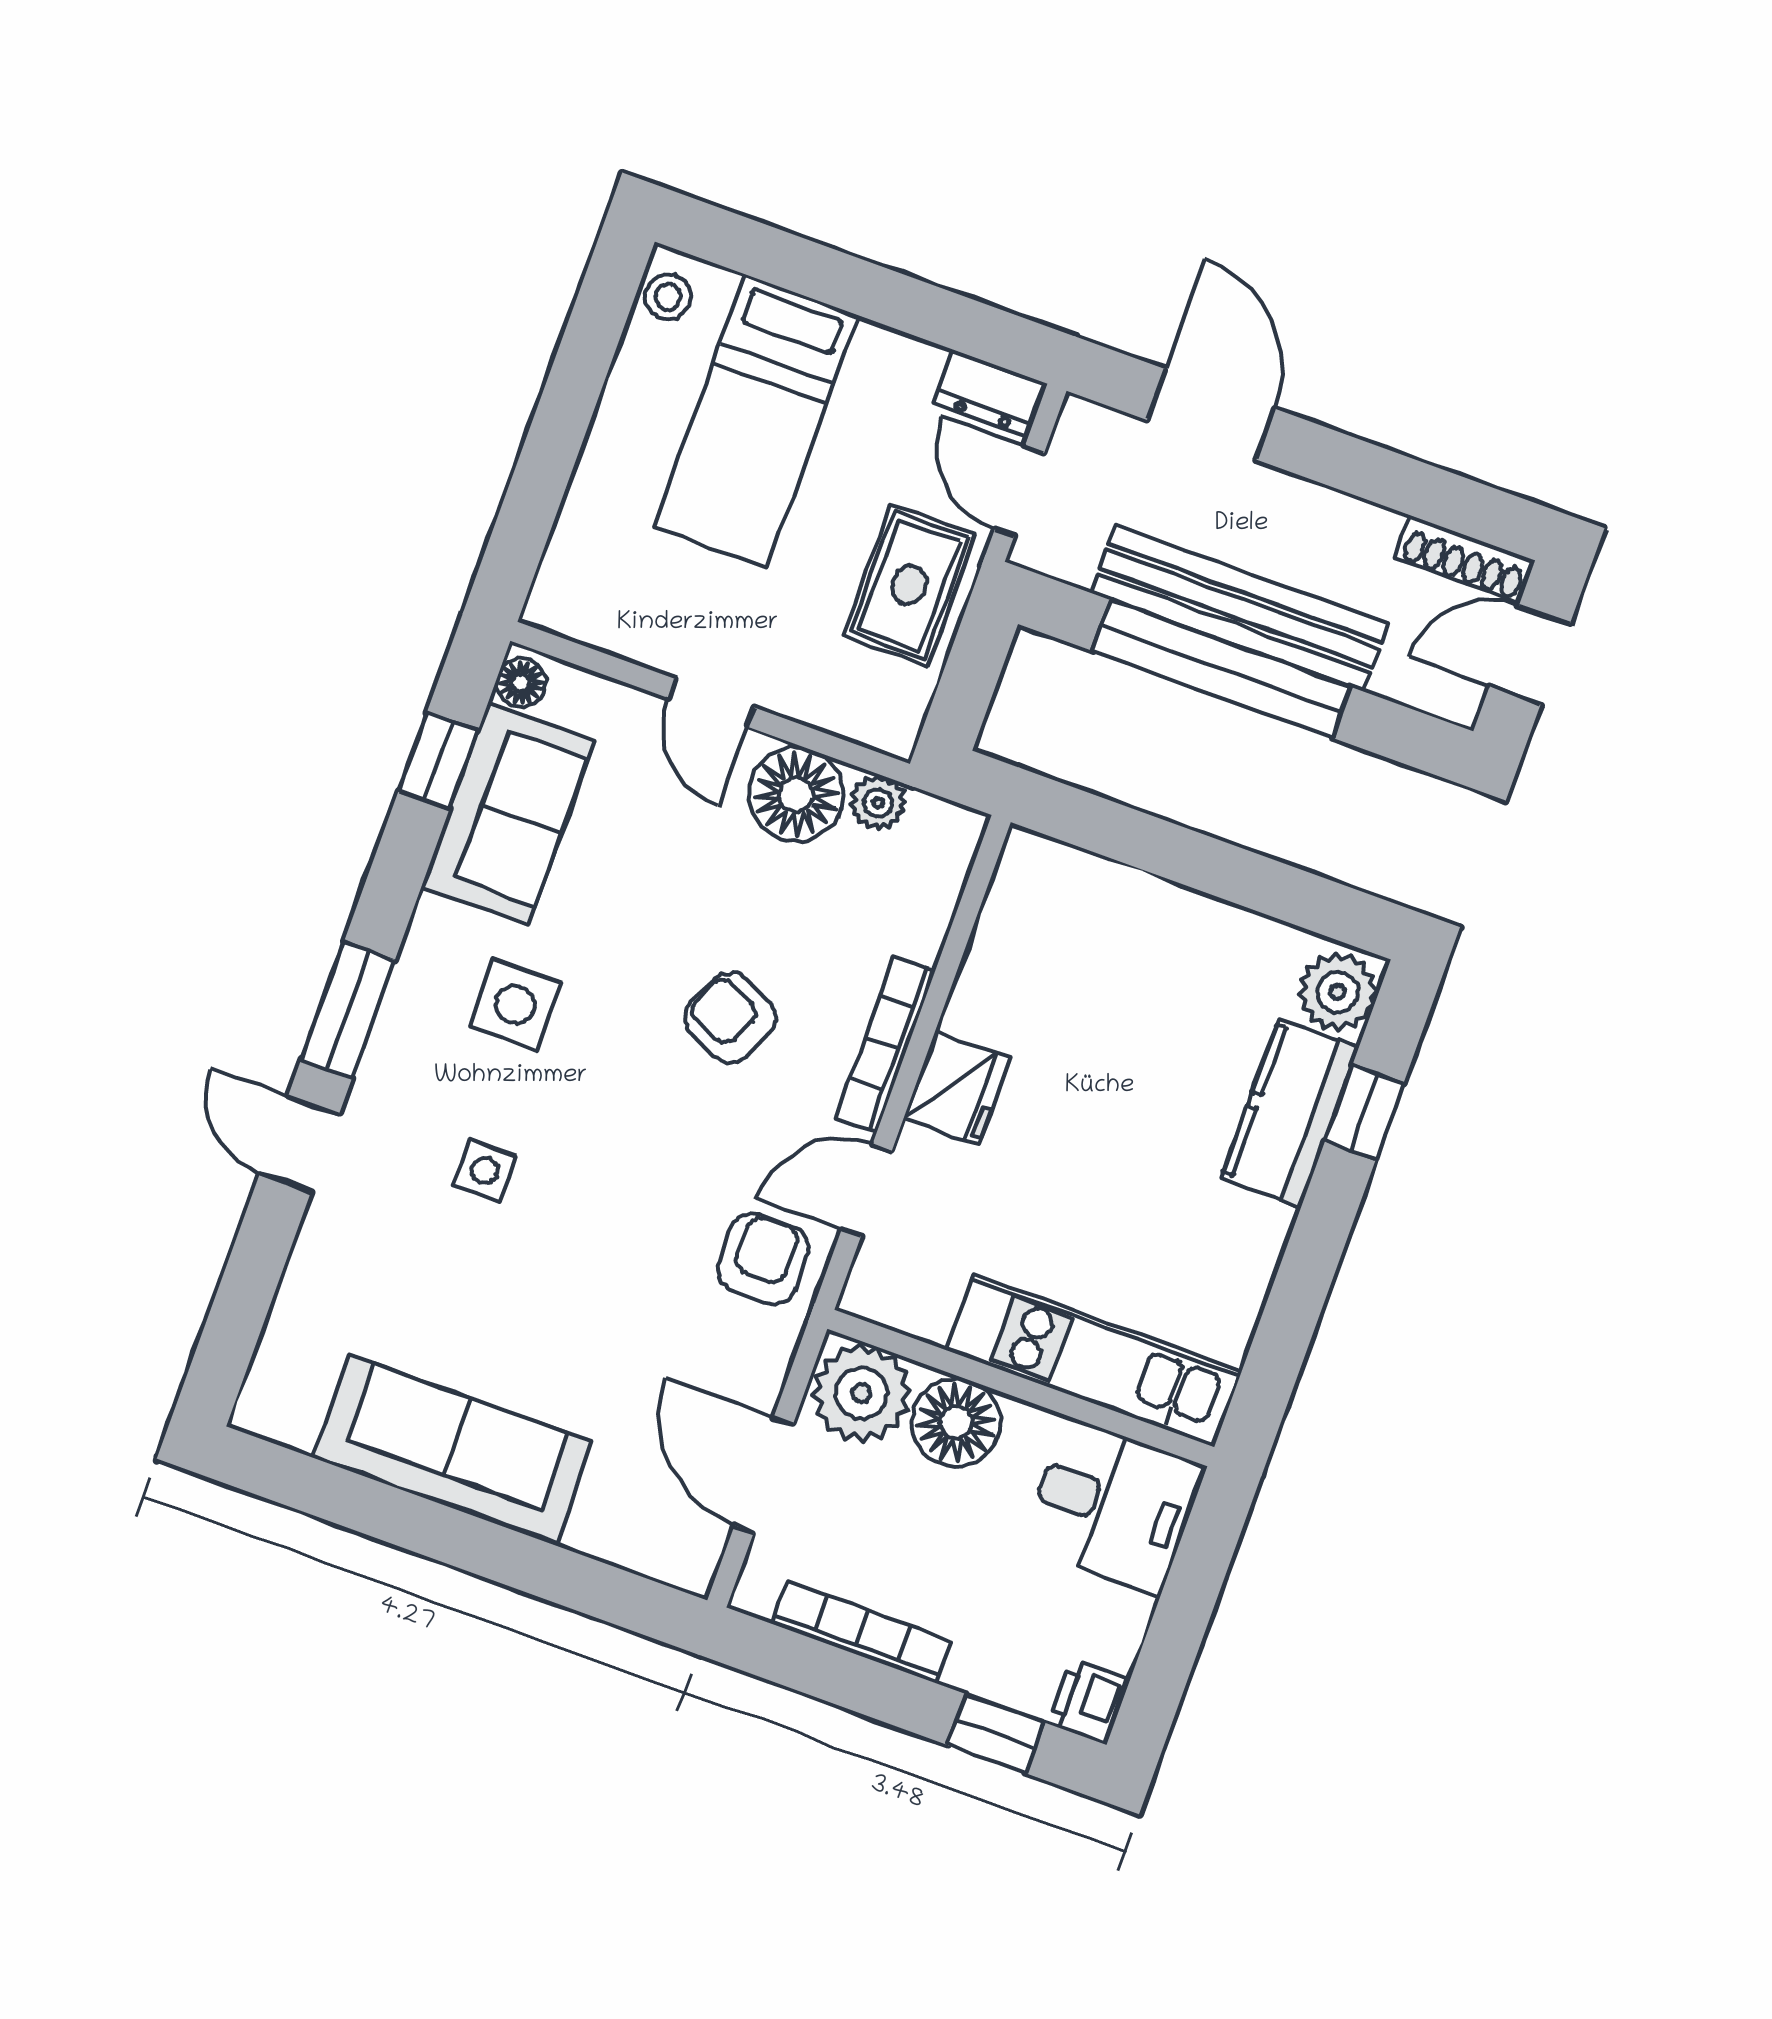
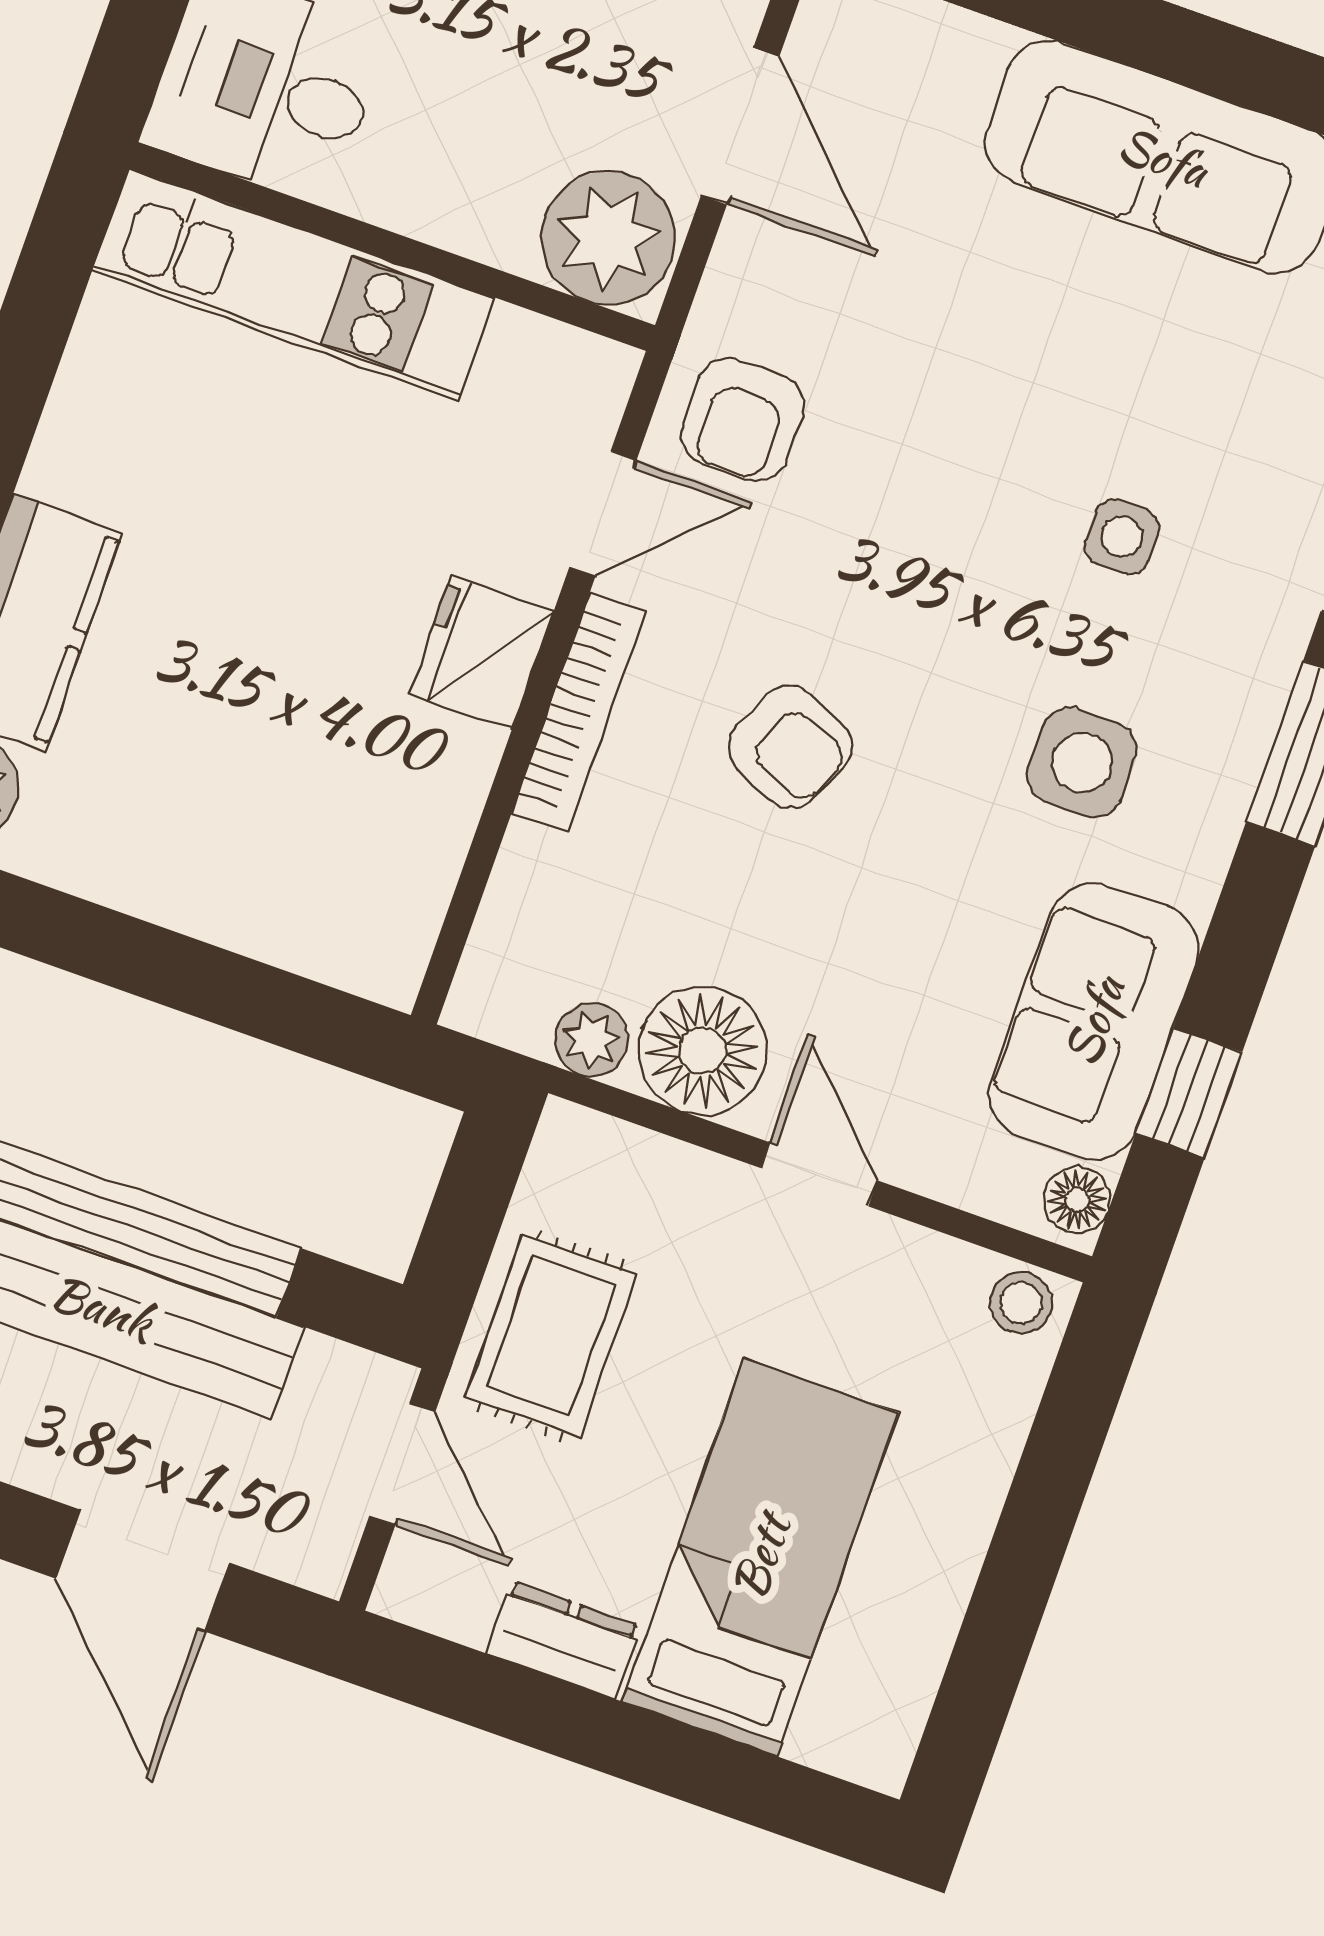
stool: (668, 297) -> (1021, 1303), moved
dresser: (990, 393) -> (563, 1640), moved
floor lamp: (956, 1422) -> (480, 199), removed

